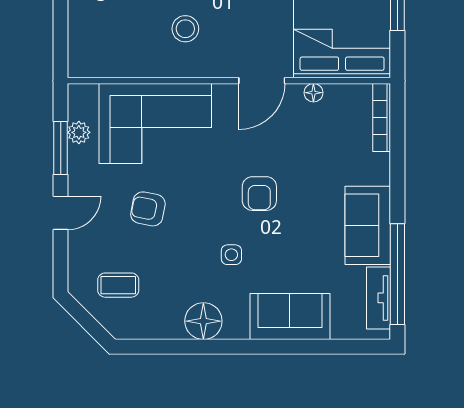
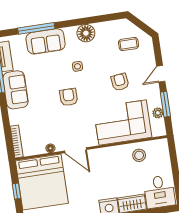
stool: (185, 29) -> (139, 155), moved
door: (262, 81) -> (76, 150), swing flipped
armchair: (148, 209) -> (120, 82), turned -108
window: (305, 347) -> (36, 28), added

